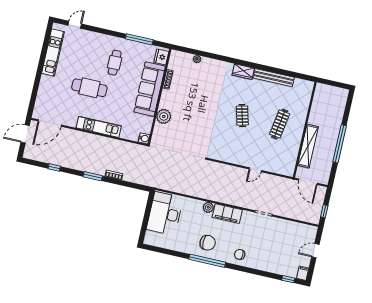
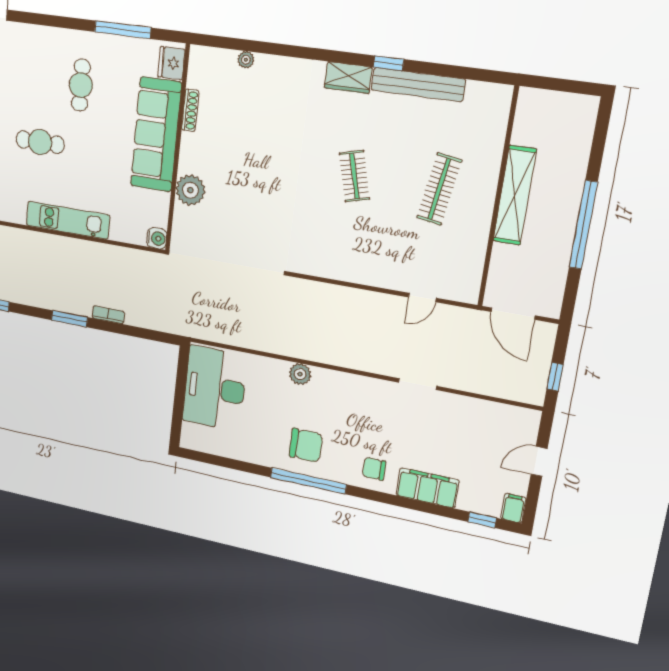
window: (262, 67) -> (389, 63), added
cafe table: (89, 88) -> (40, 142), width x0.73, depth x0.74
shelving: (308, 146) -> (515, 195), moved
door: (255, 170) -> (422, 298), moved
filing cabinet: (227, 214) -> (428, 488), moved, turned 180

